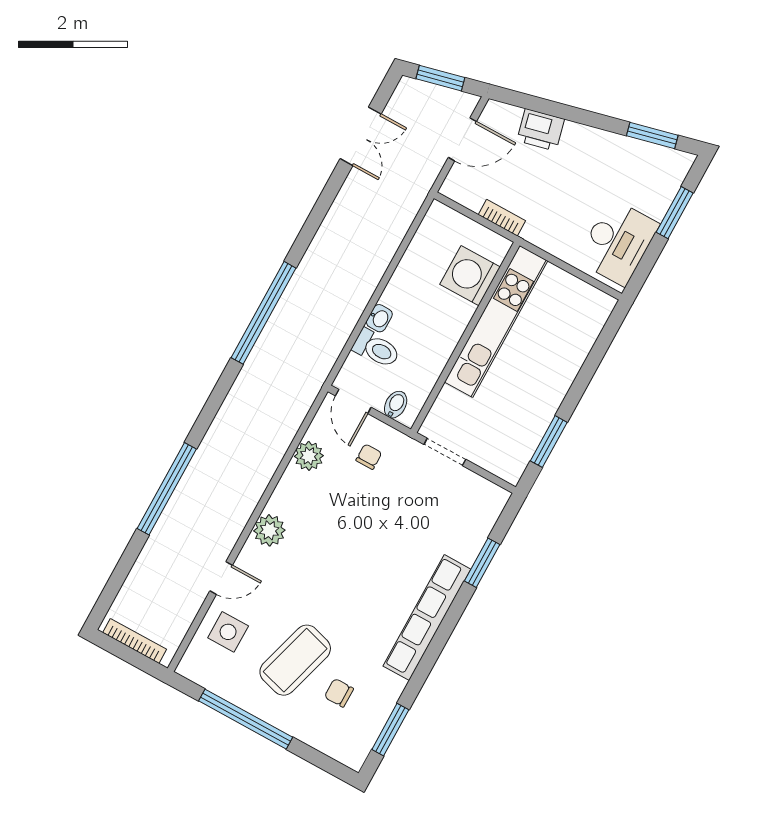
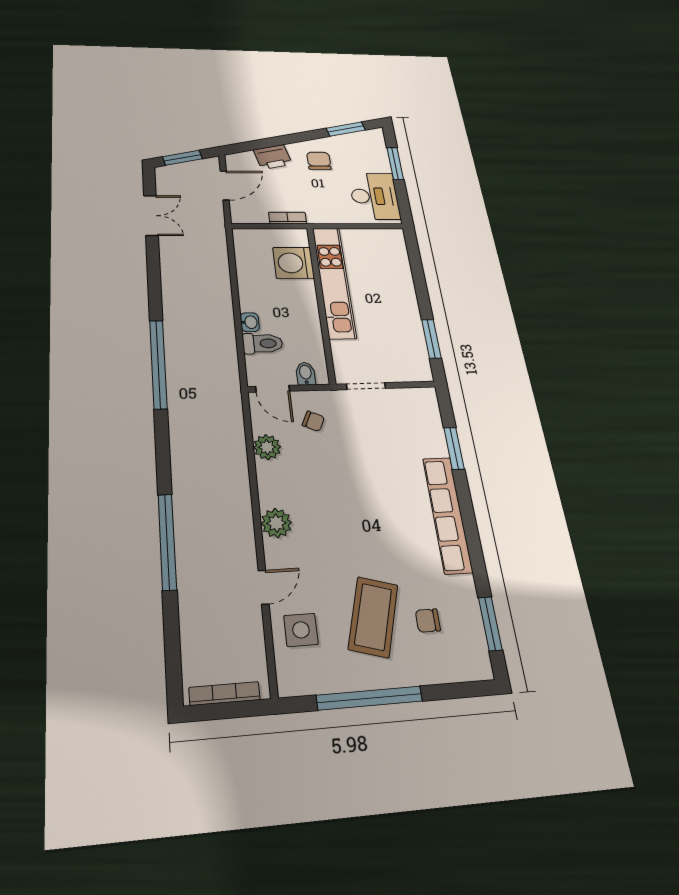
chair: (589, 162) -> (319, 161), added
chair: (369, 457) -> (313, 421), turned 115

